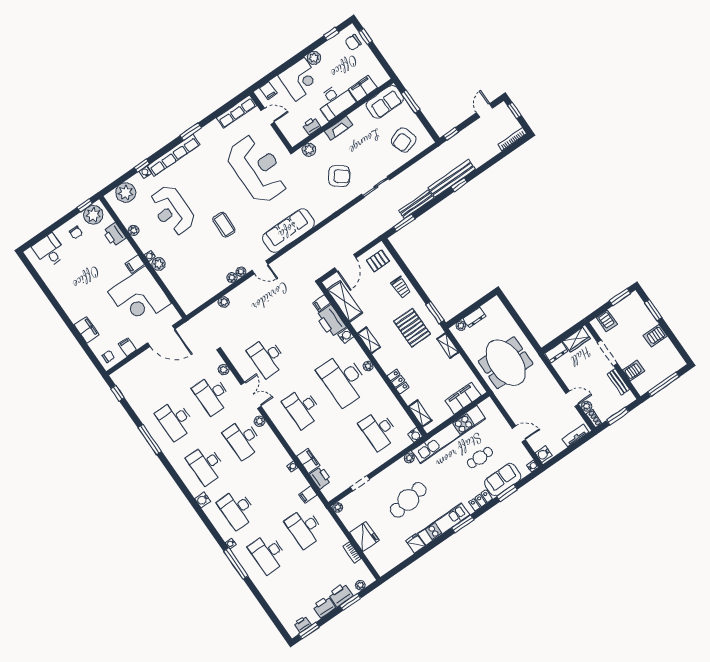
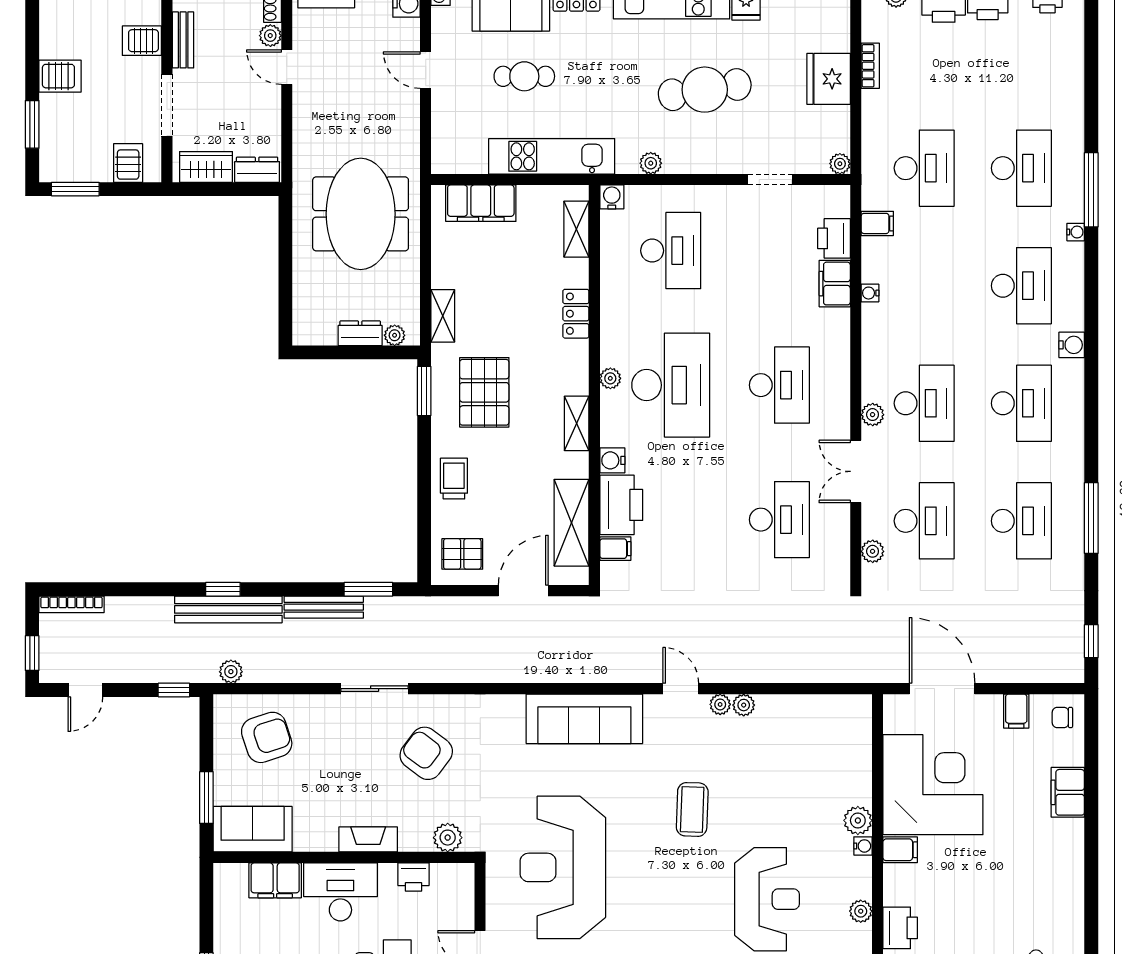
plant: (224, 302) -> (231, 672), moved
kitchen unit: (449, 435) -> (552, 156), width x0.73

